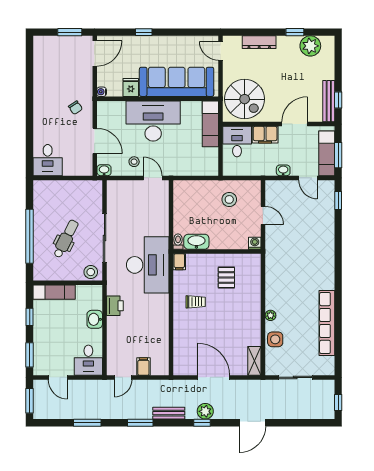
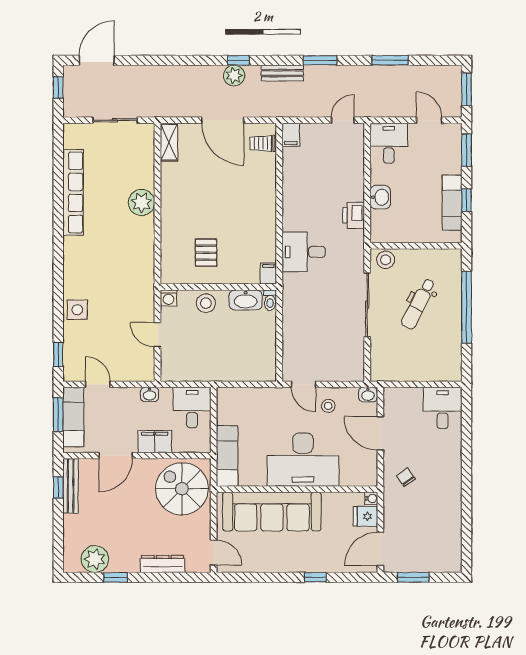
fridge: (131, 87) -> (366, 516), moved, turned 90
desk: (237, 142) -> (192, 408), moved, turned 180
washbasin: (283, 170) -> (150, 394), moved
stool: (229, 199) -> (206, 303), moved
desk: (148, 265) -> (304, 252), width x0.53, depth x0.77
exam couch: (54, 292) -> (452, 203), moved, turned -90
trolley: (196, 302) -> (262, 143), moved
plant: (271, 315) -> (141, 202), width x1.87, depth x1.87
side table: (275, 339) -> (77, 310), moved
filing cabinet: (143, 367) -> (291, 135), moved
door: (252, 423) -> (97, 60), moved

